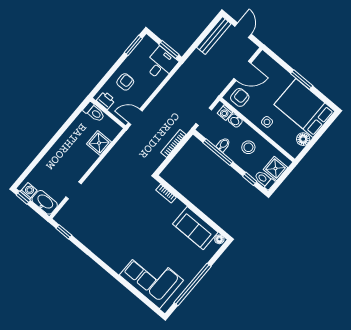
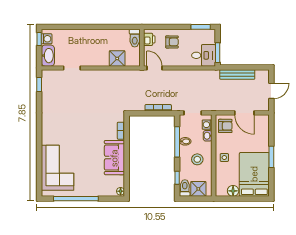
bench: (214, 36) -> (237, 75), moved
sofa: (195, 228) -> (114, 158), moved

